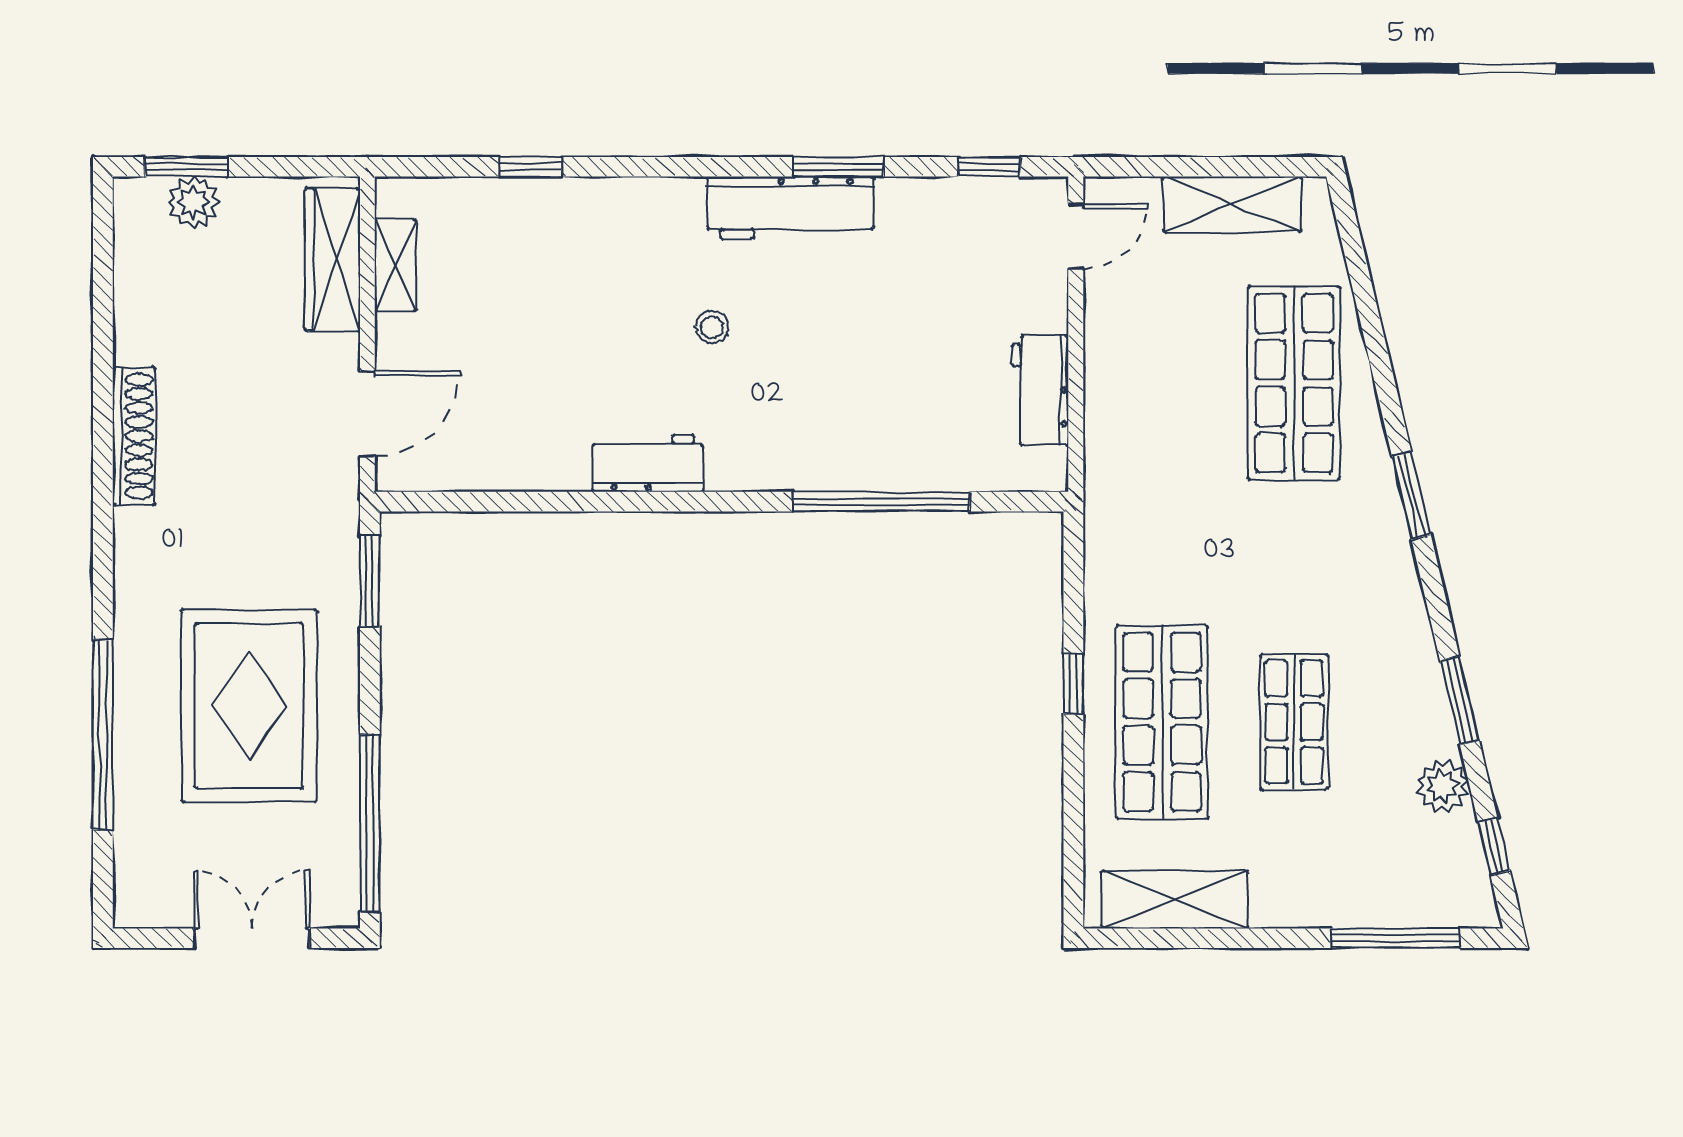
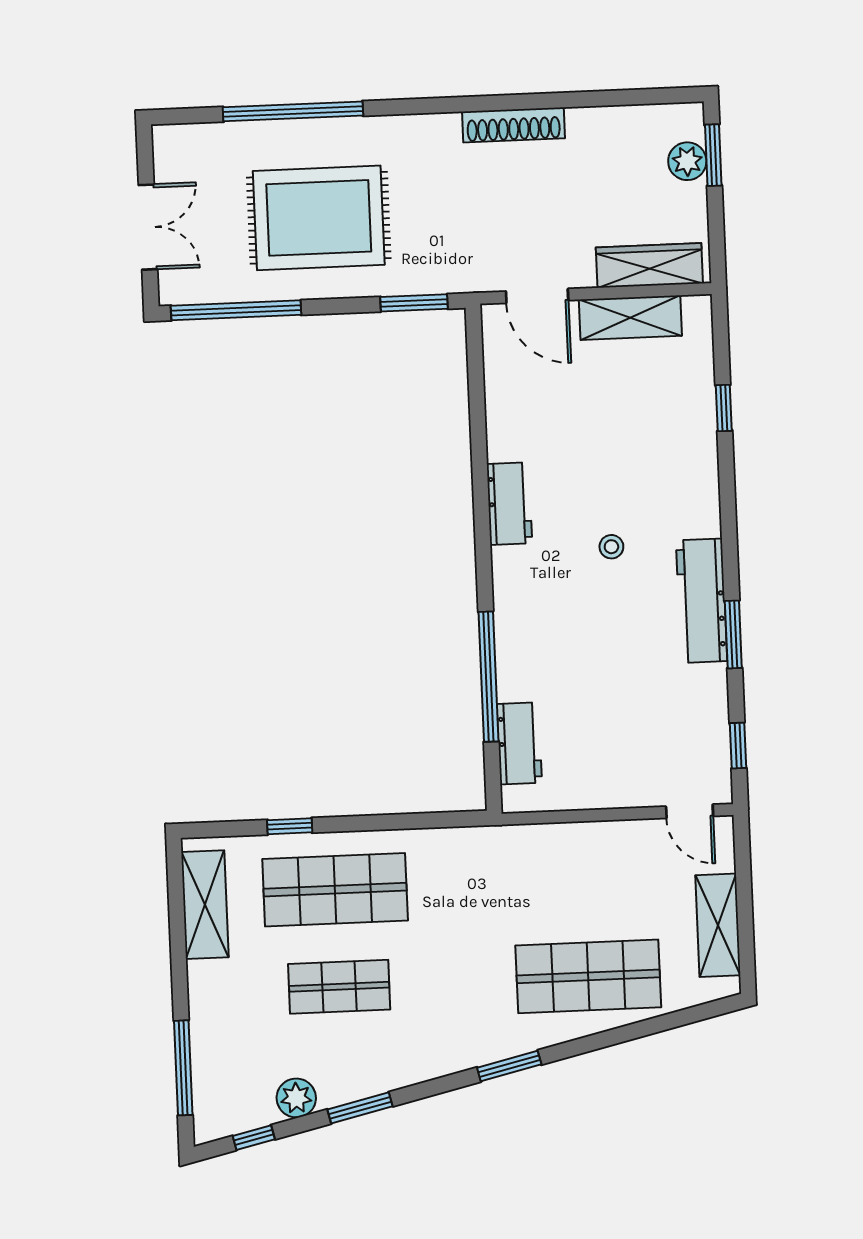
shelving: (395, 265) -> (630, 318), width x1.50, depth x1.33
workbench: (1040, 390) -> (519, 743), moved, turned 90
window: (1073, 684) -> (290, 826), moved

